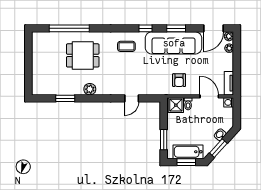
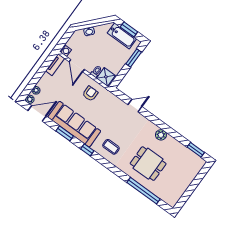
window: (65, 98) -> (196, 150), moved
window: (218, 148) -> (98, 22), removed

